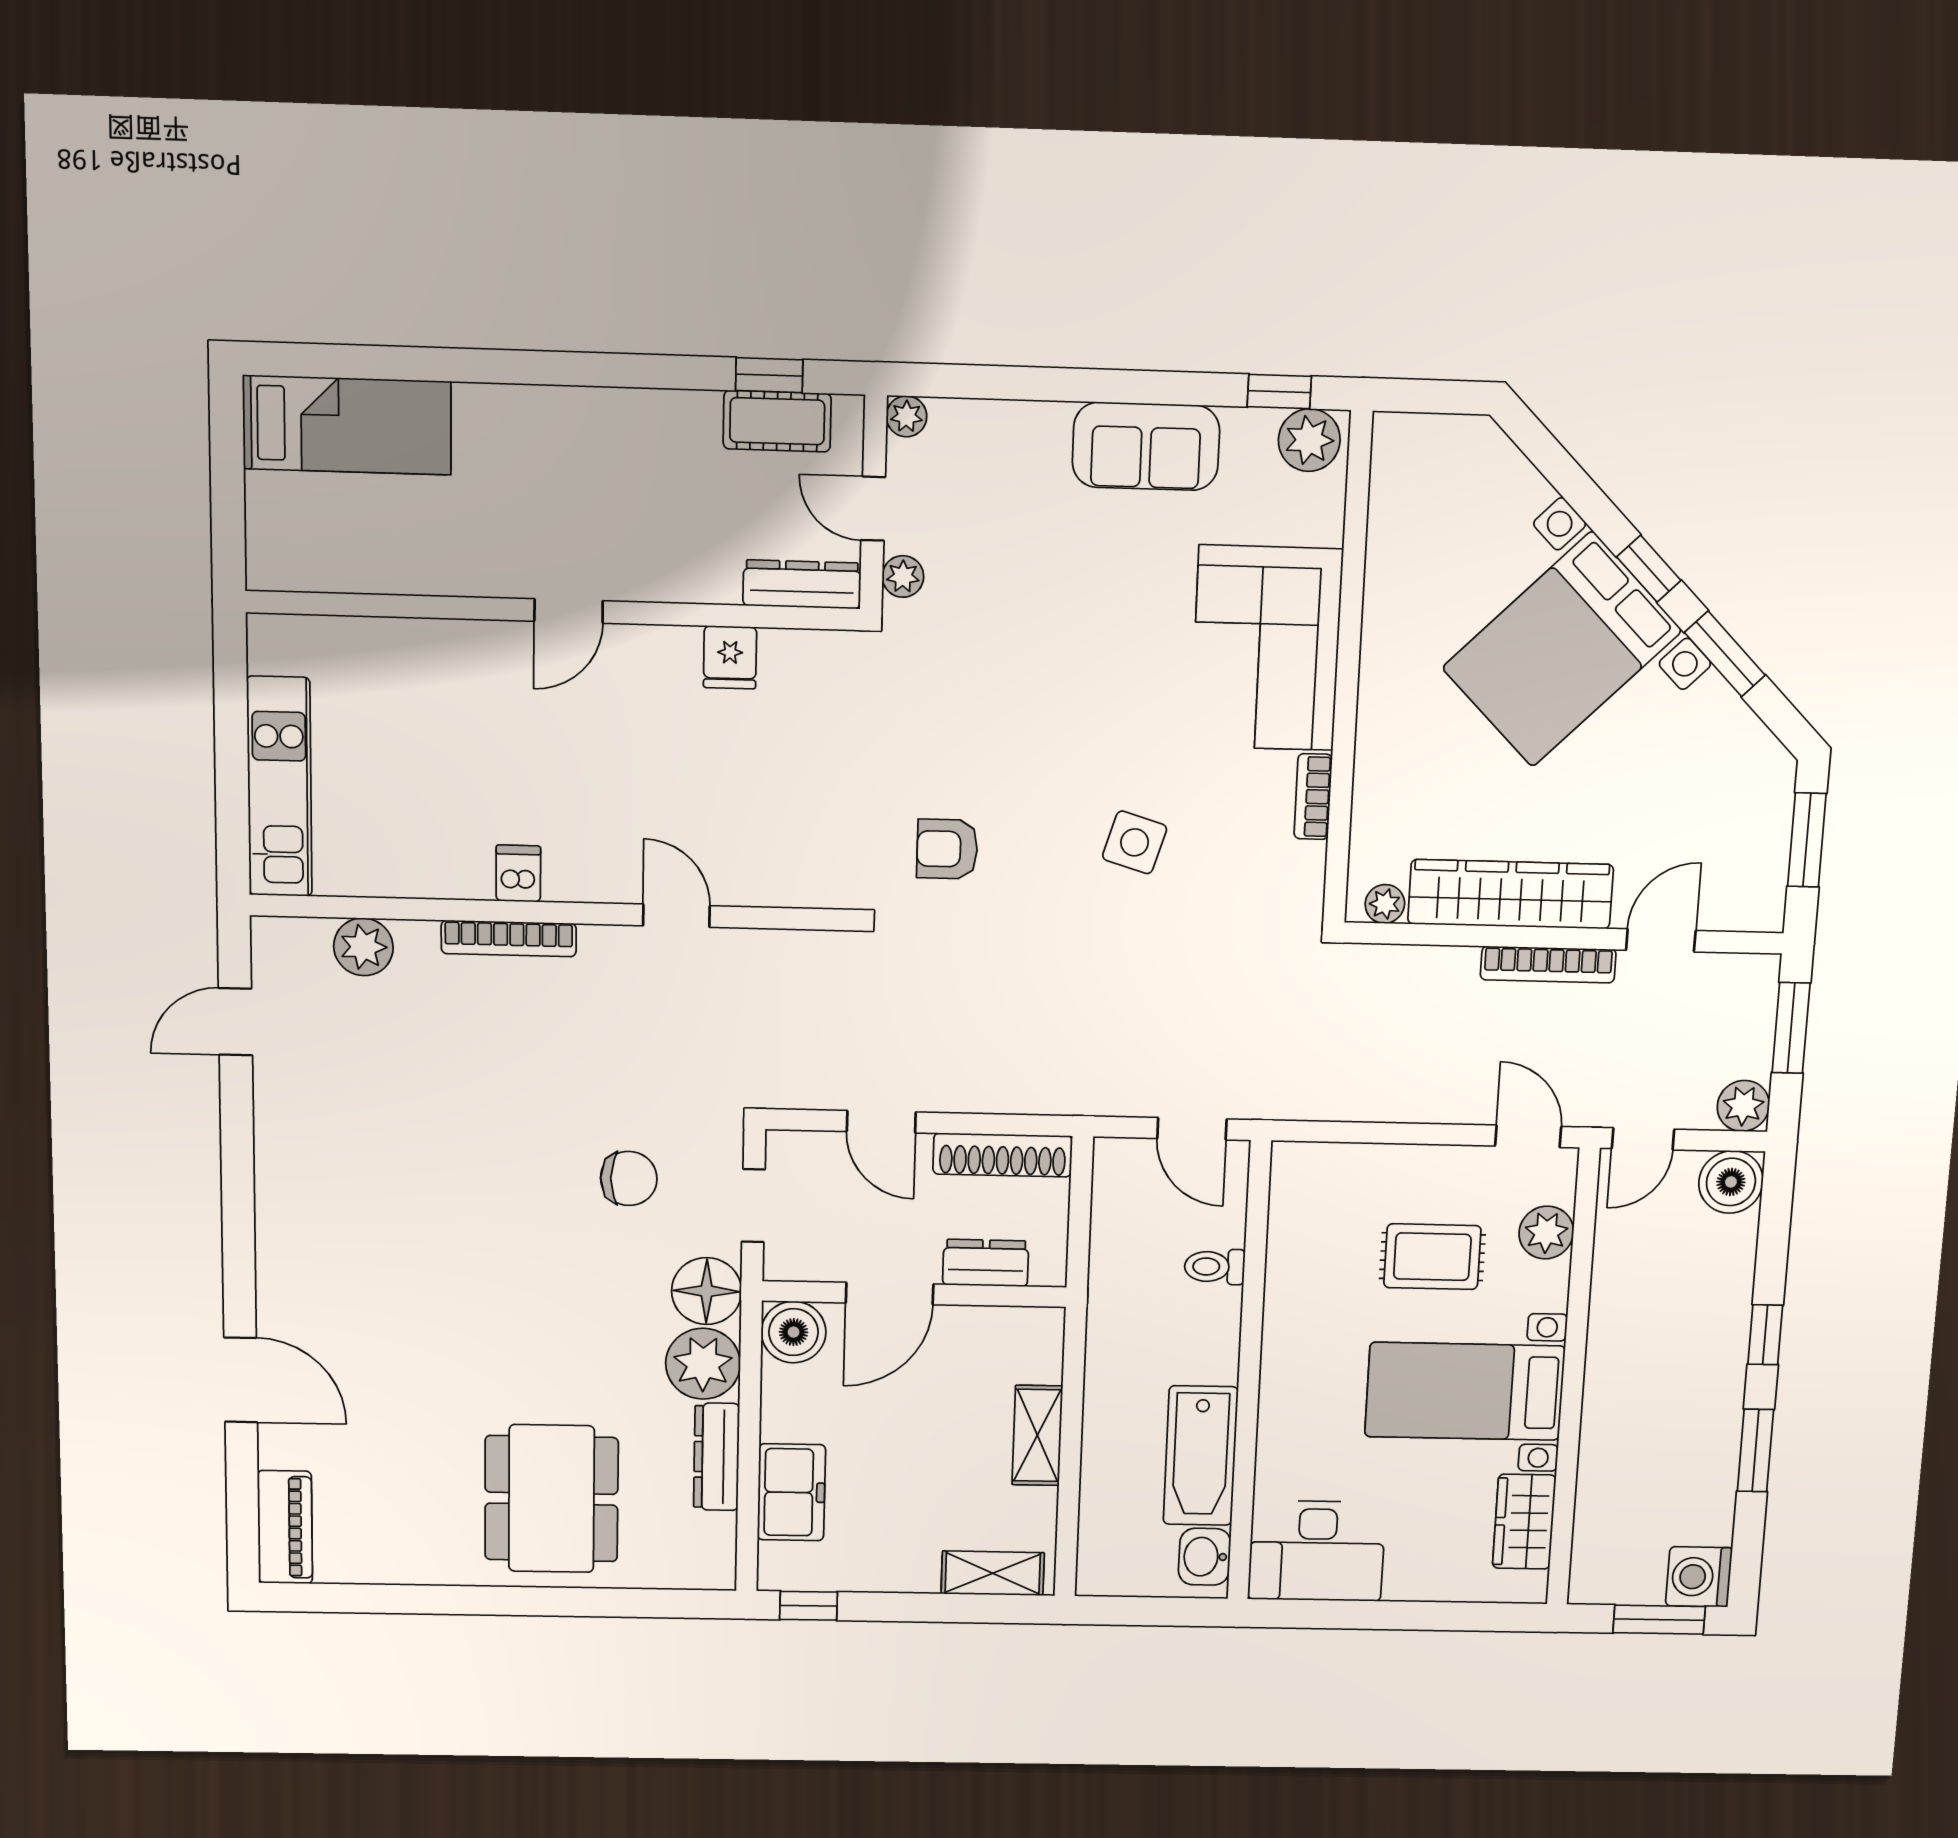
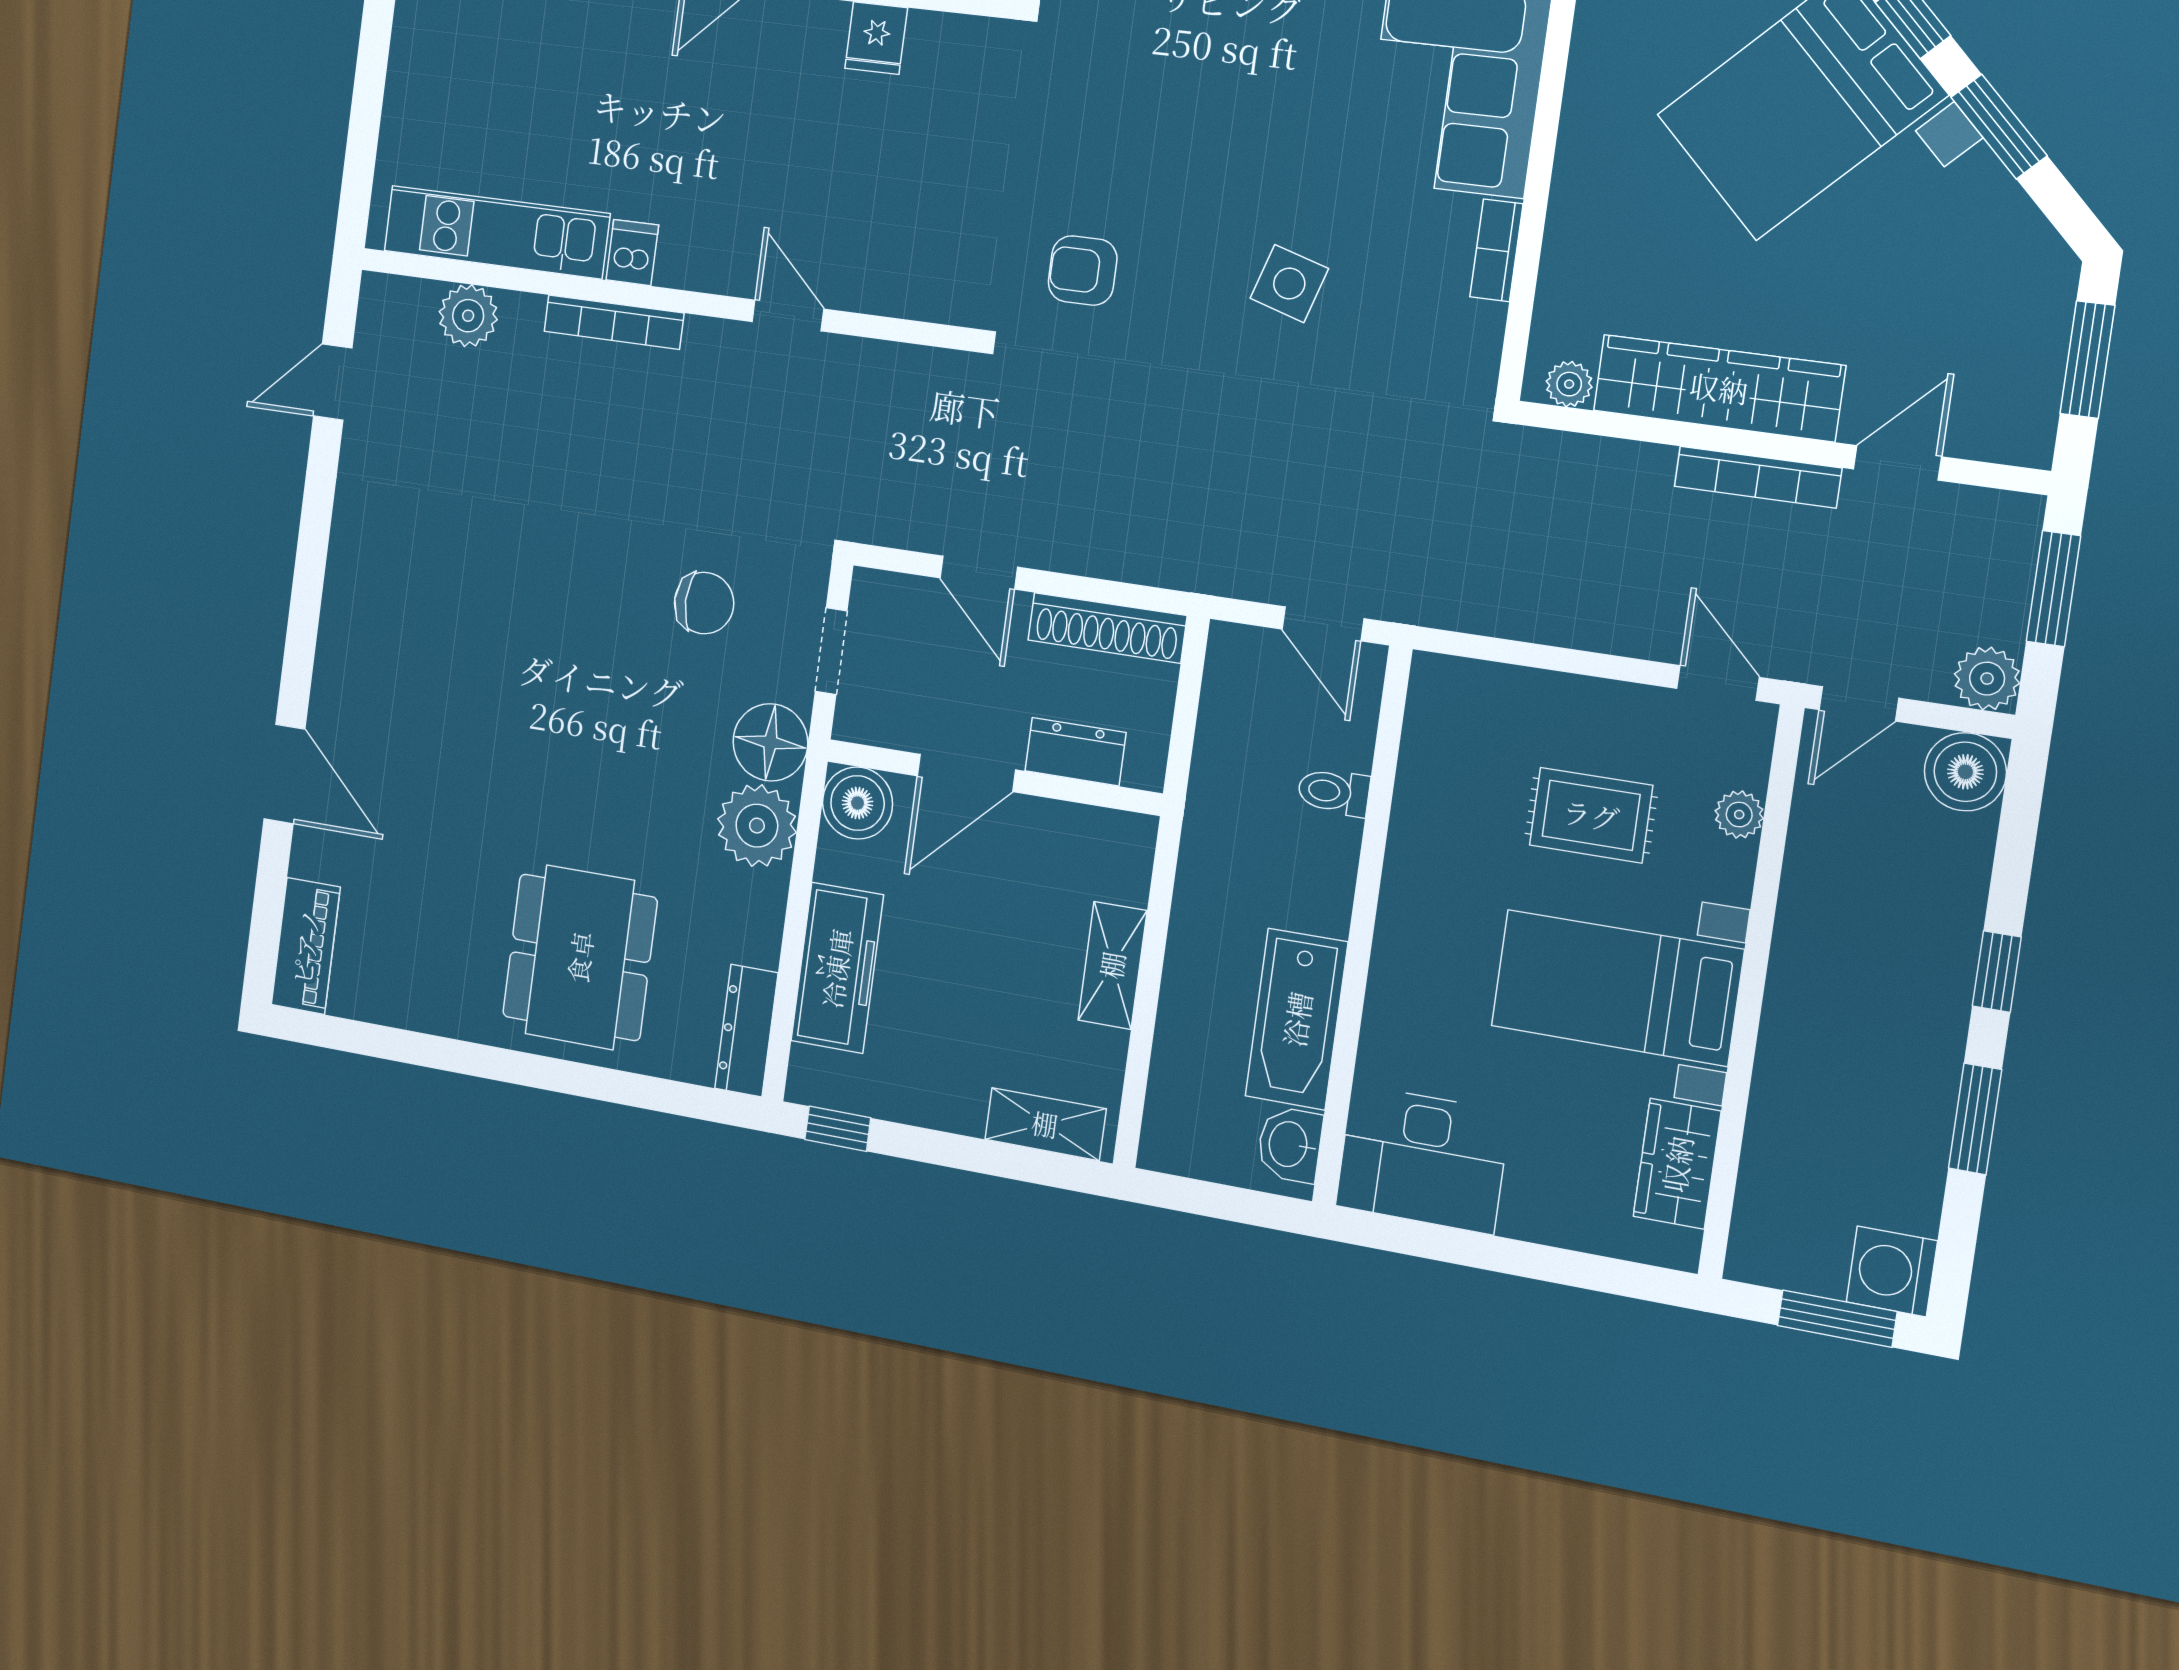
kitchen unit: (279, 787) -> (497, 232), moved, turned -90
plant: (1546, 1232) -> (1739, 815), width x0.73, depth x0.73
dresser: (716, 1457) -> (746, 1031), moved
freezer: (791, 1492) -> (837, 968), width x1.40

